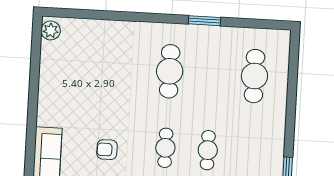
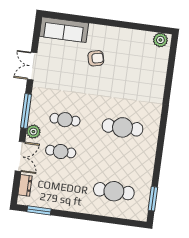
window: (204, 21) -> (153, 199), moved
armchair: (107, 150) -> (96, 58), moved, turned 76

